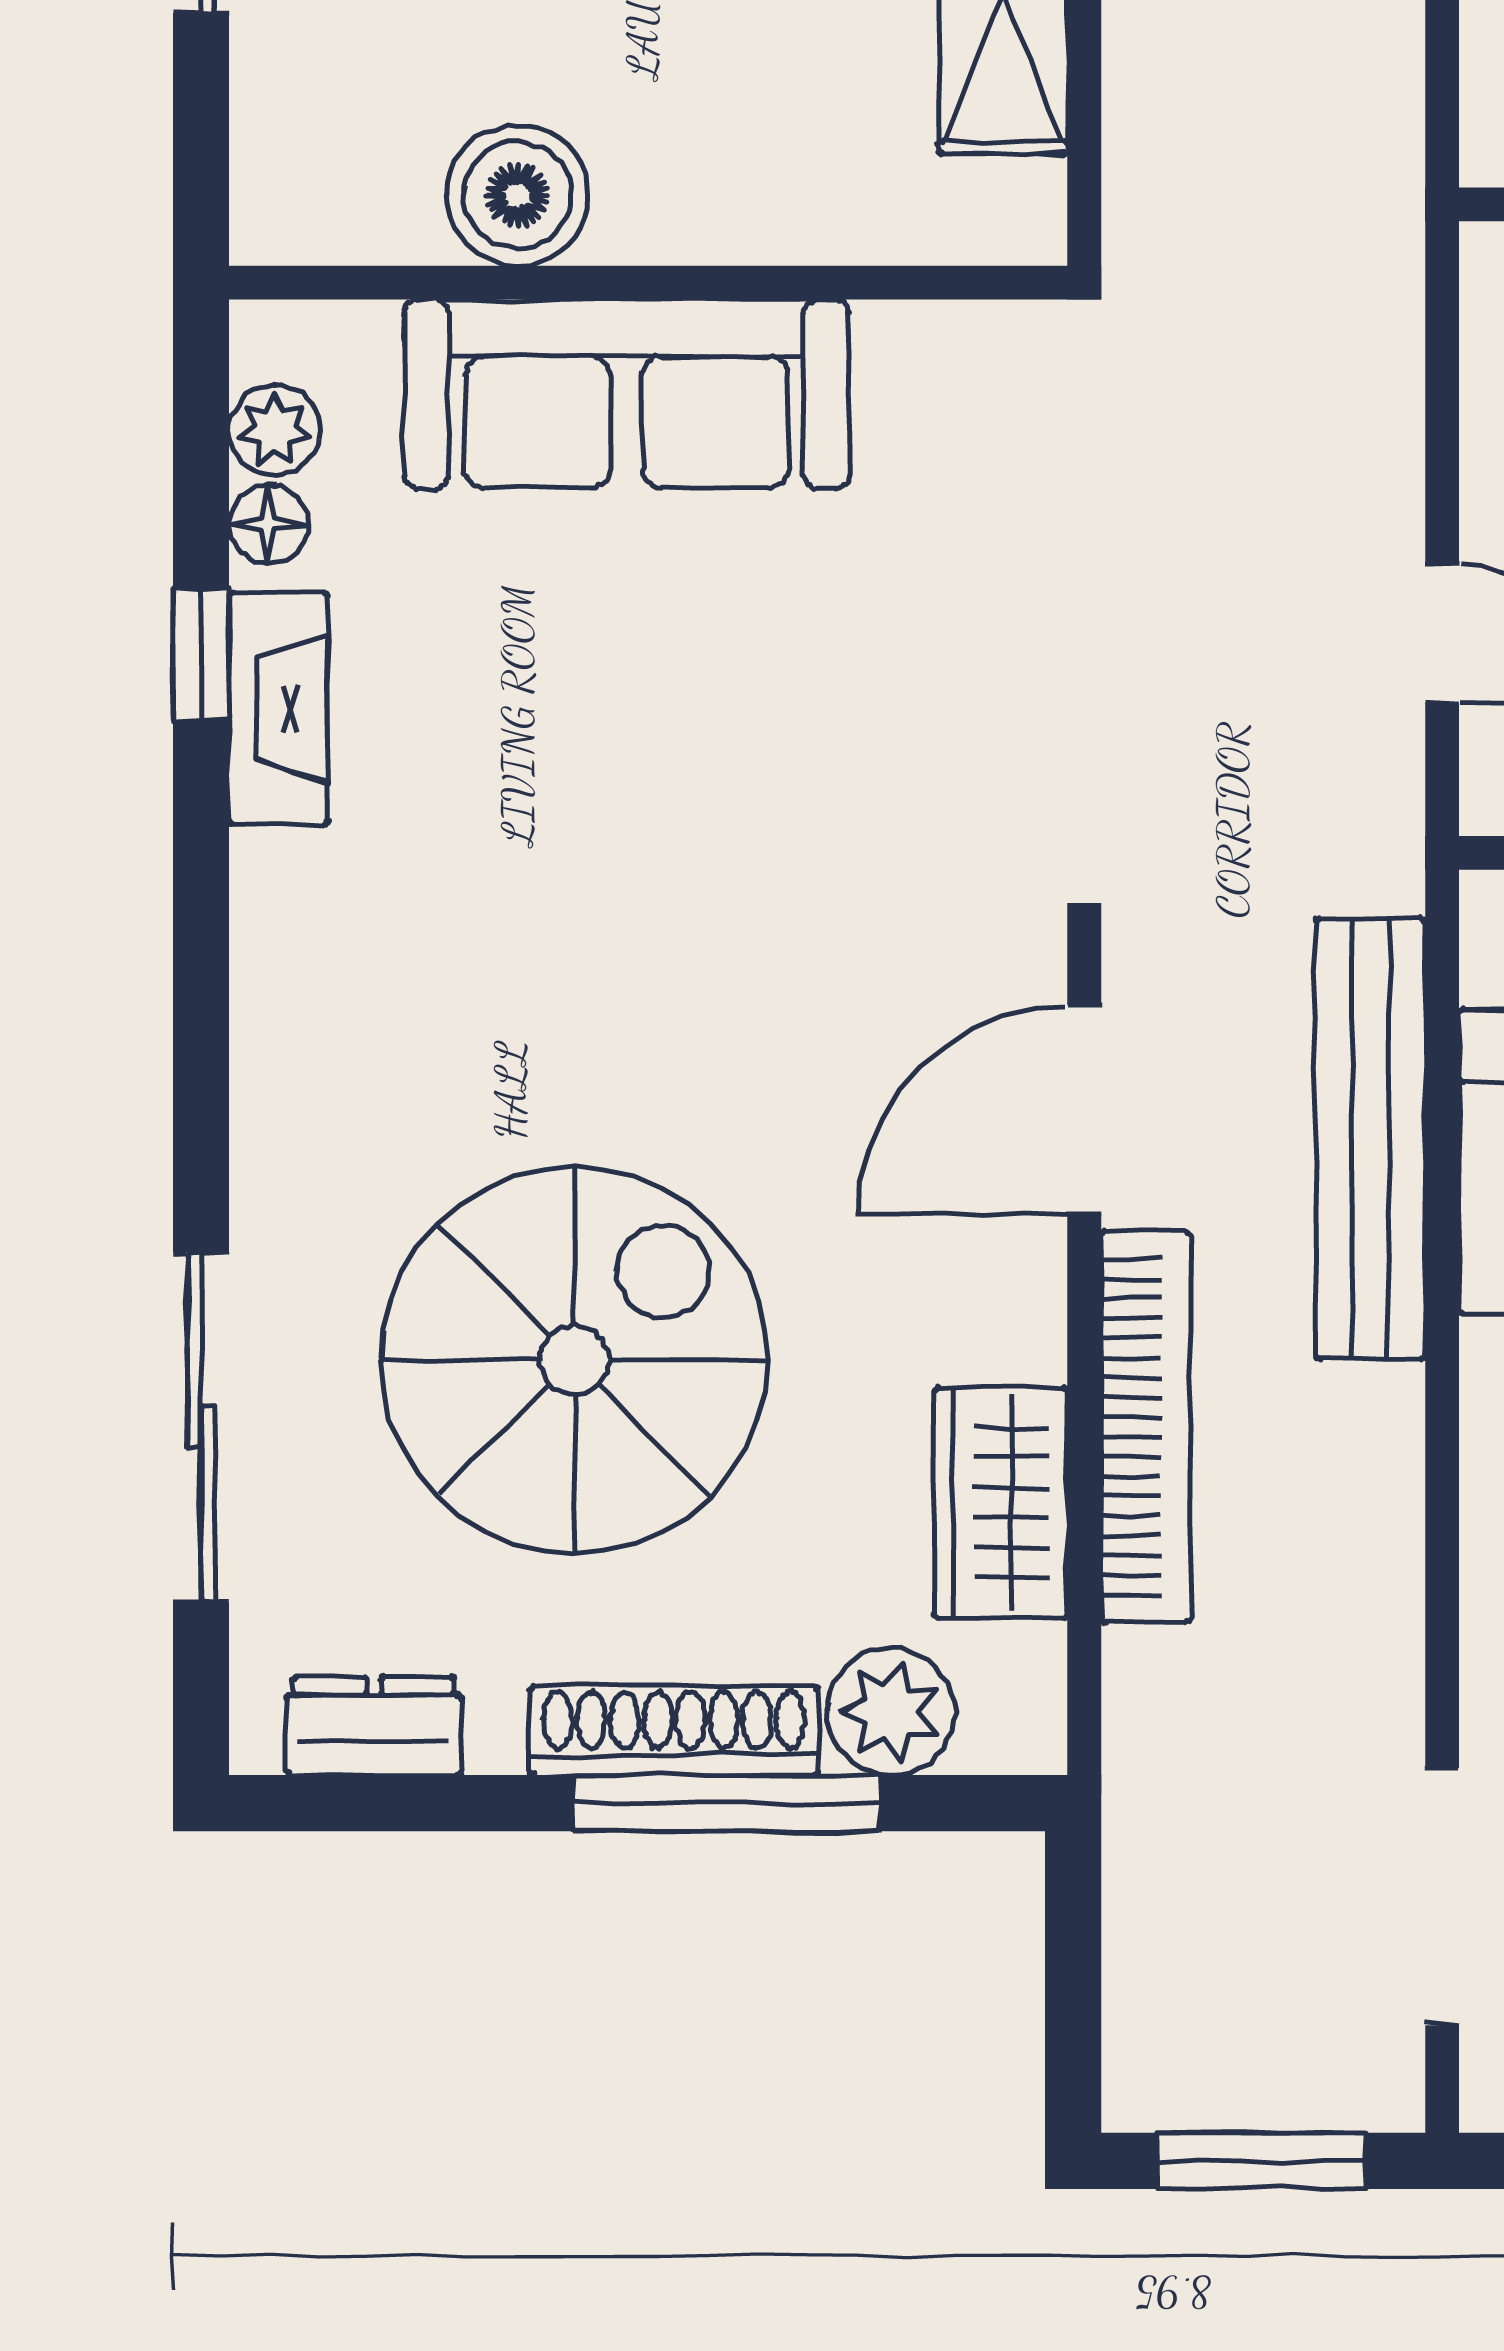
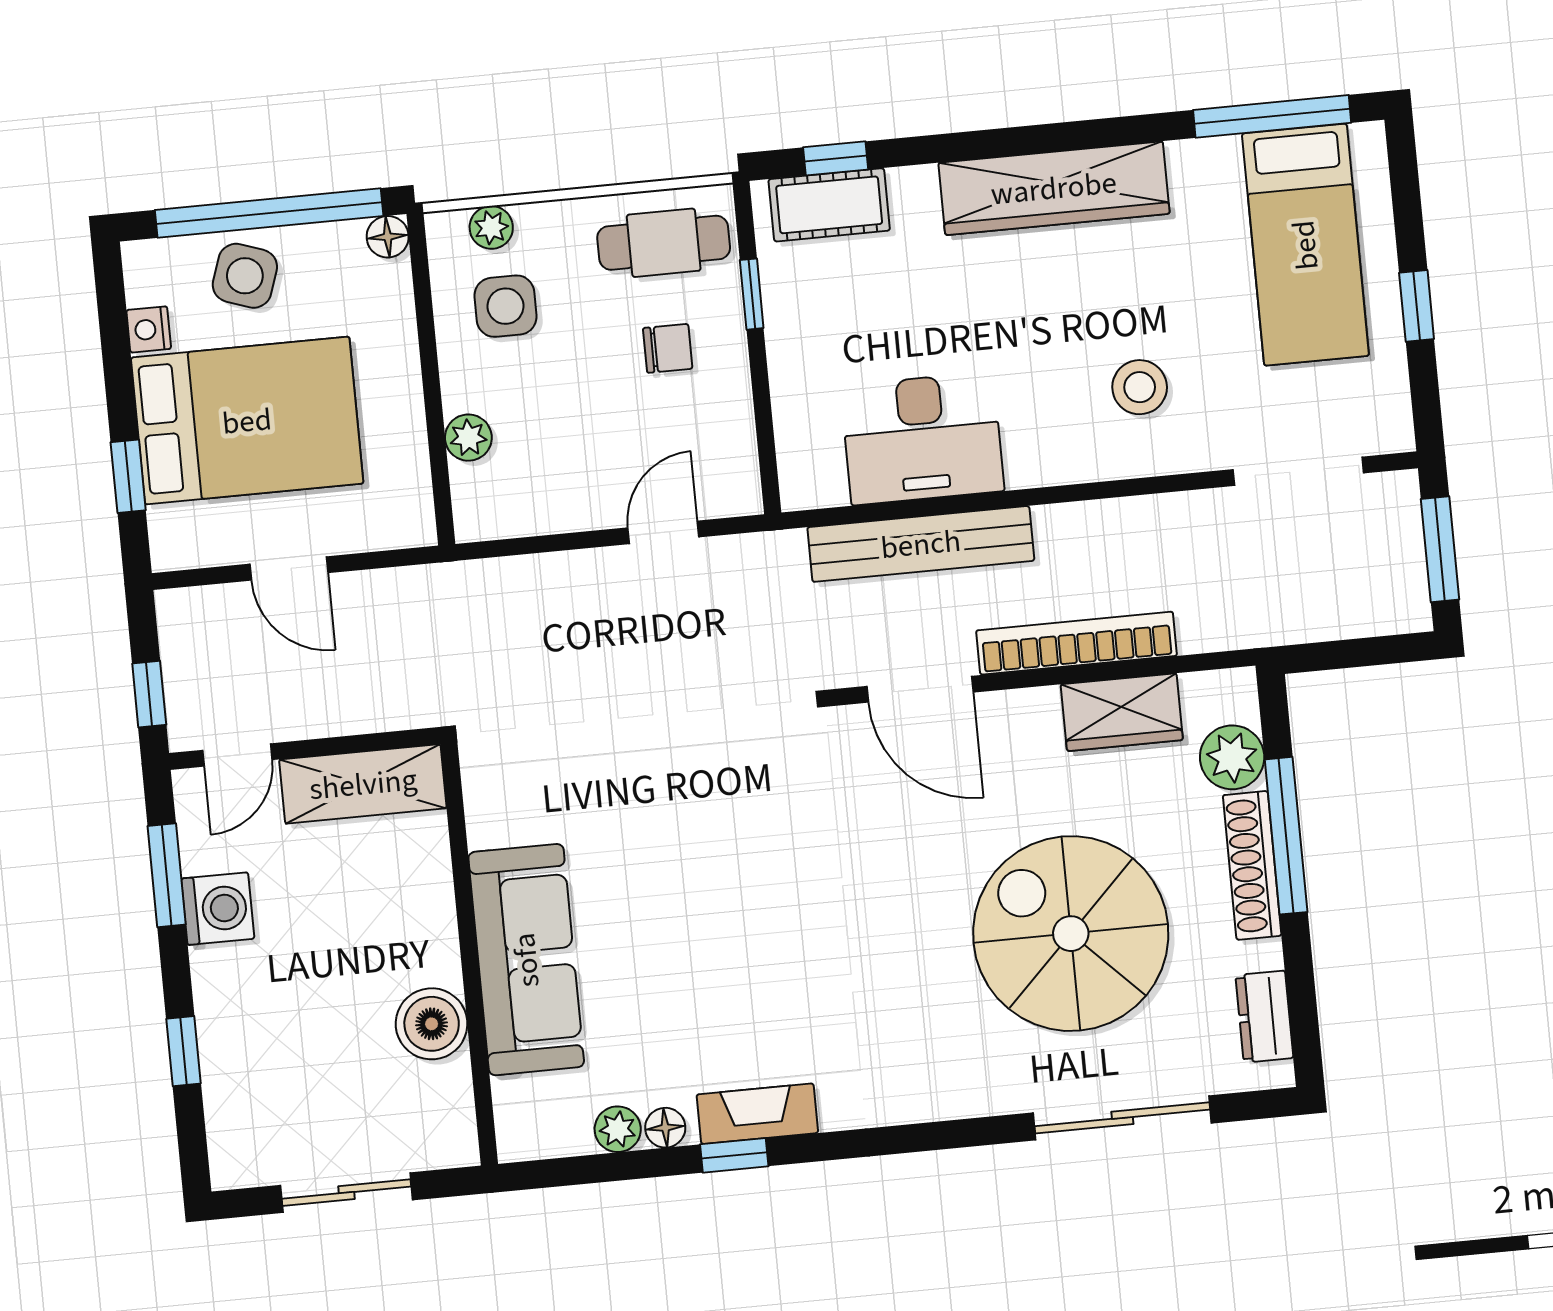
boiler: (518, 195) -> (432, 1024), moved
wall: (648, 283) -> (469, 954), moved
sofa: (626, 394) -> (526, 960), moved

